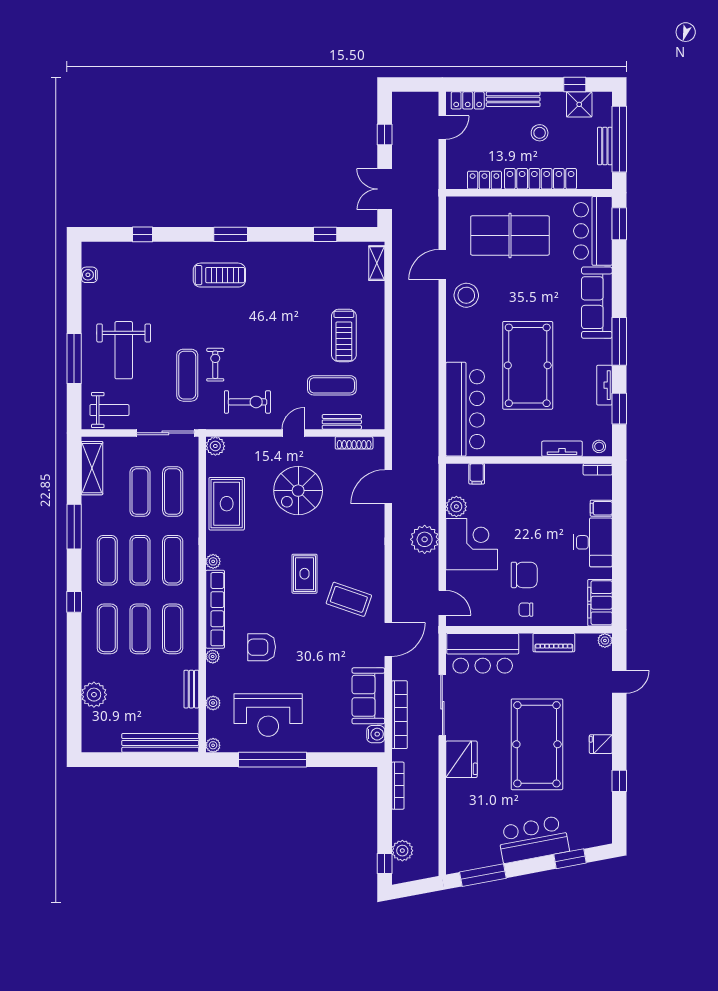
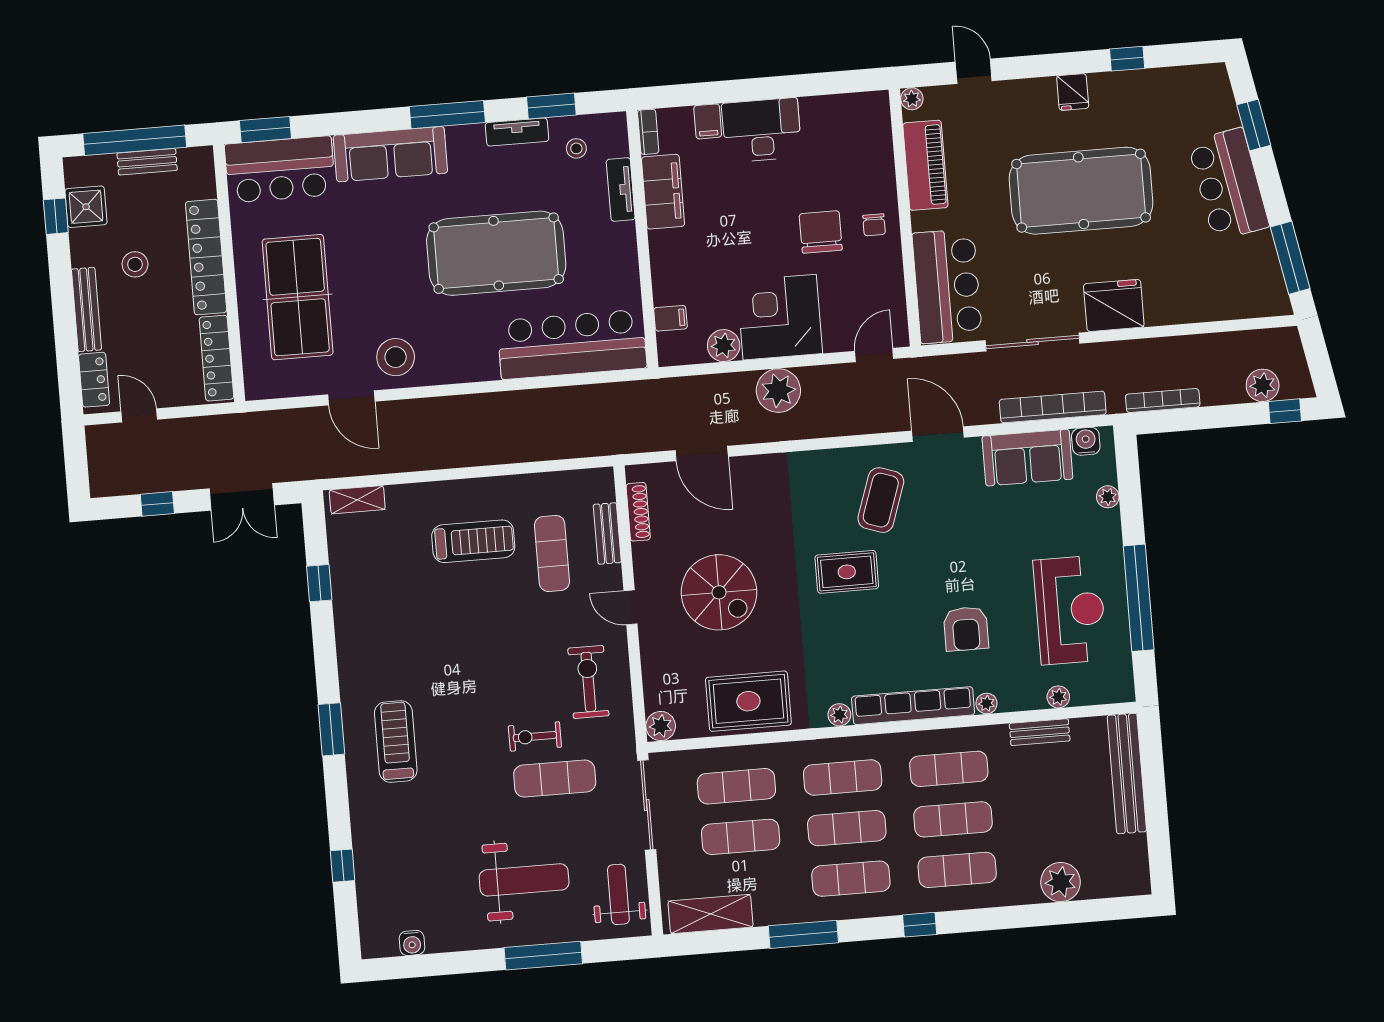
locker: (484, 180) -> (216, 358), width x1.53
stool: (599, 446) -> (576, 148), moved
filing cabinet: (600, 603) -> (663, 192), moved, turned -90
piano: (554, 643) -> (925, 165), width x1.37, depth x1.33
plant: (213, 745) -> (1108, 497), moved

